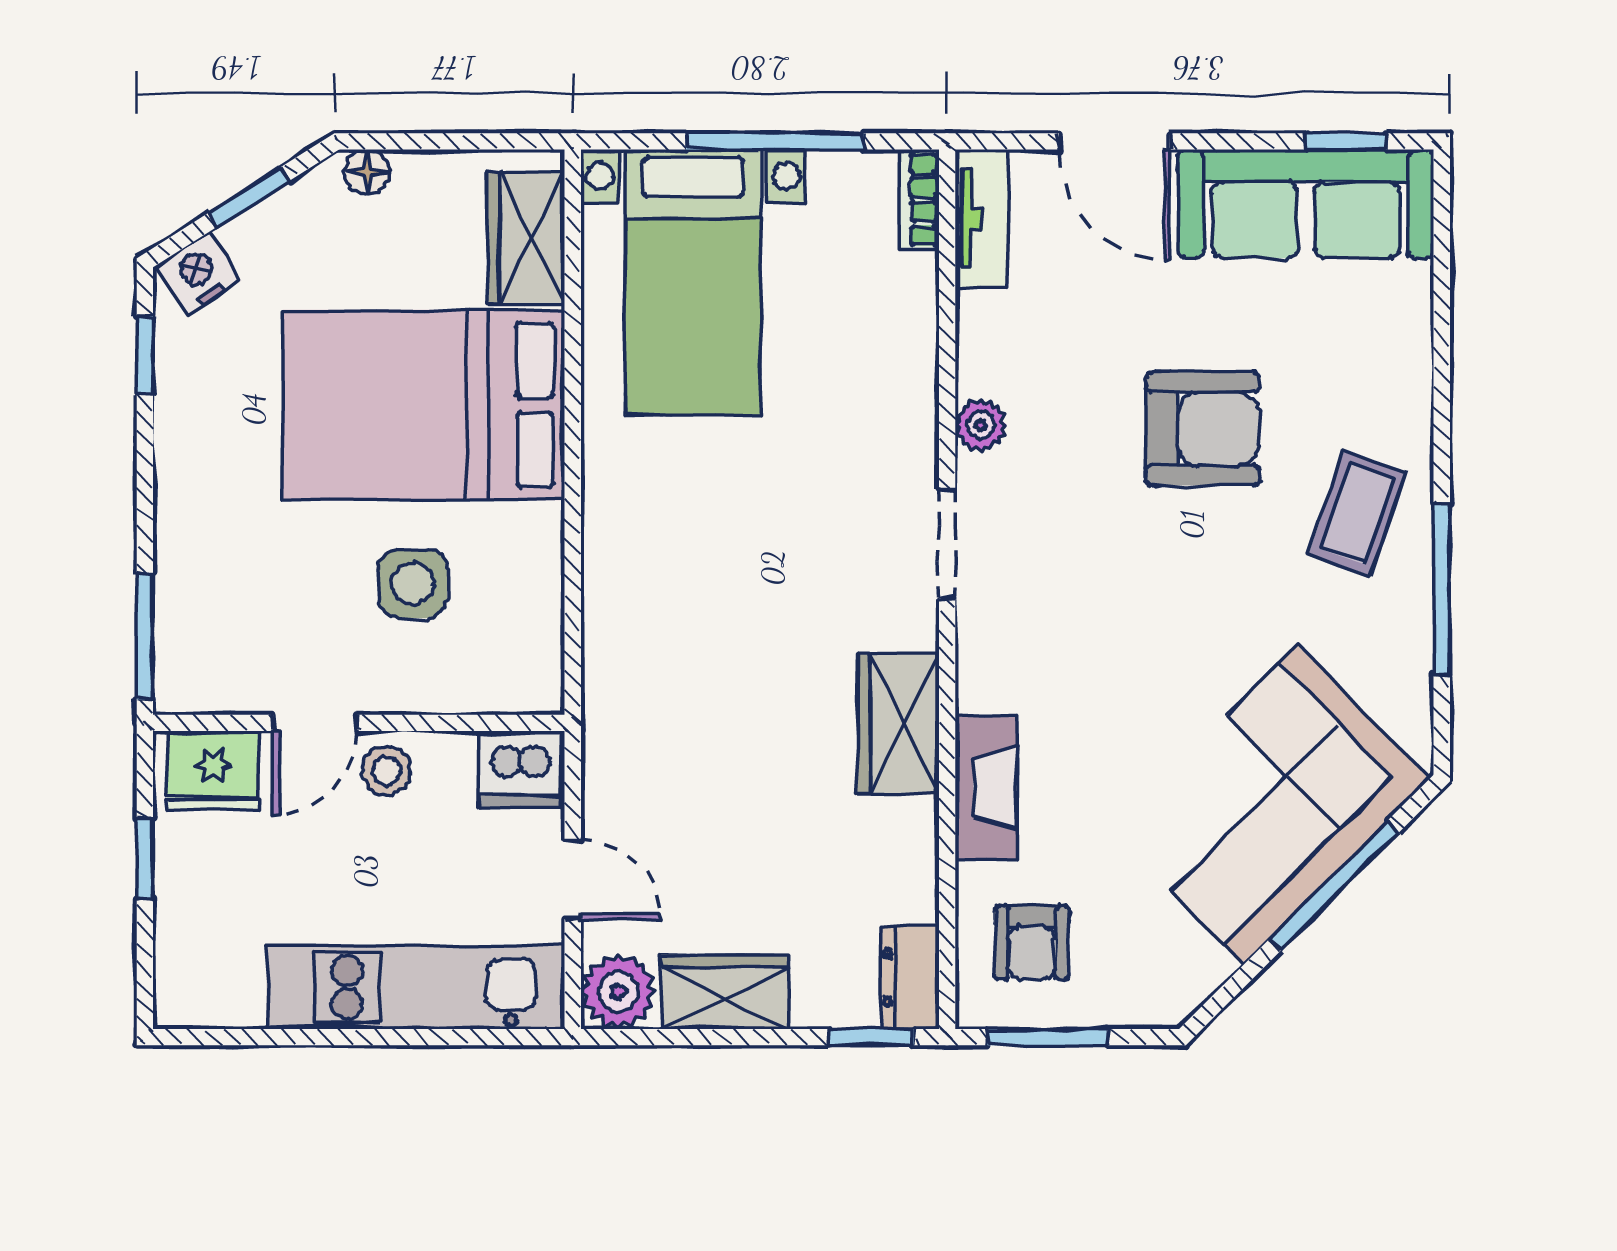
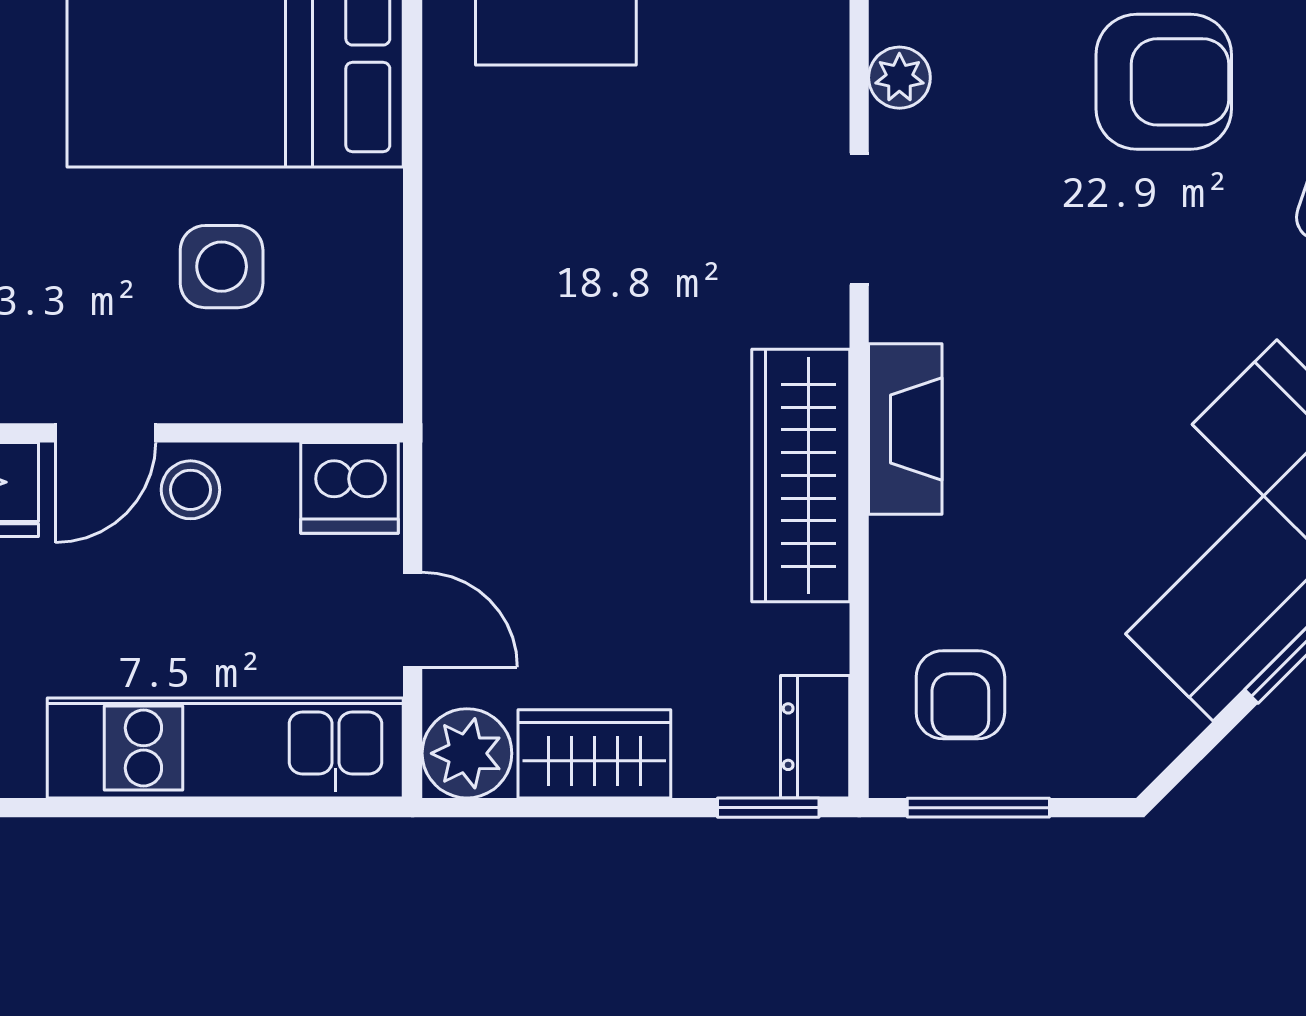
wardrobe: (898, 723) -> (801, 475), width x1.50
fireplace: (986, 788) -> (905, 429), moved

